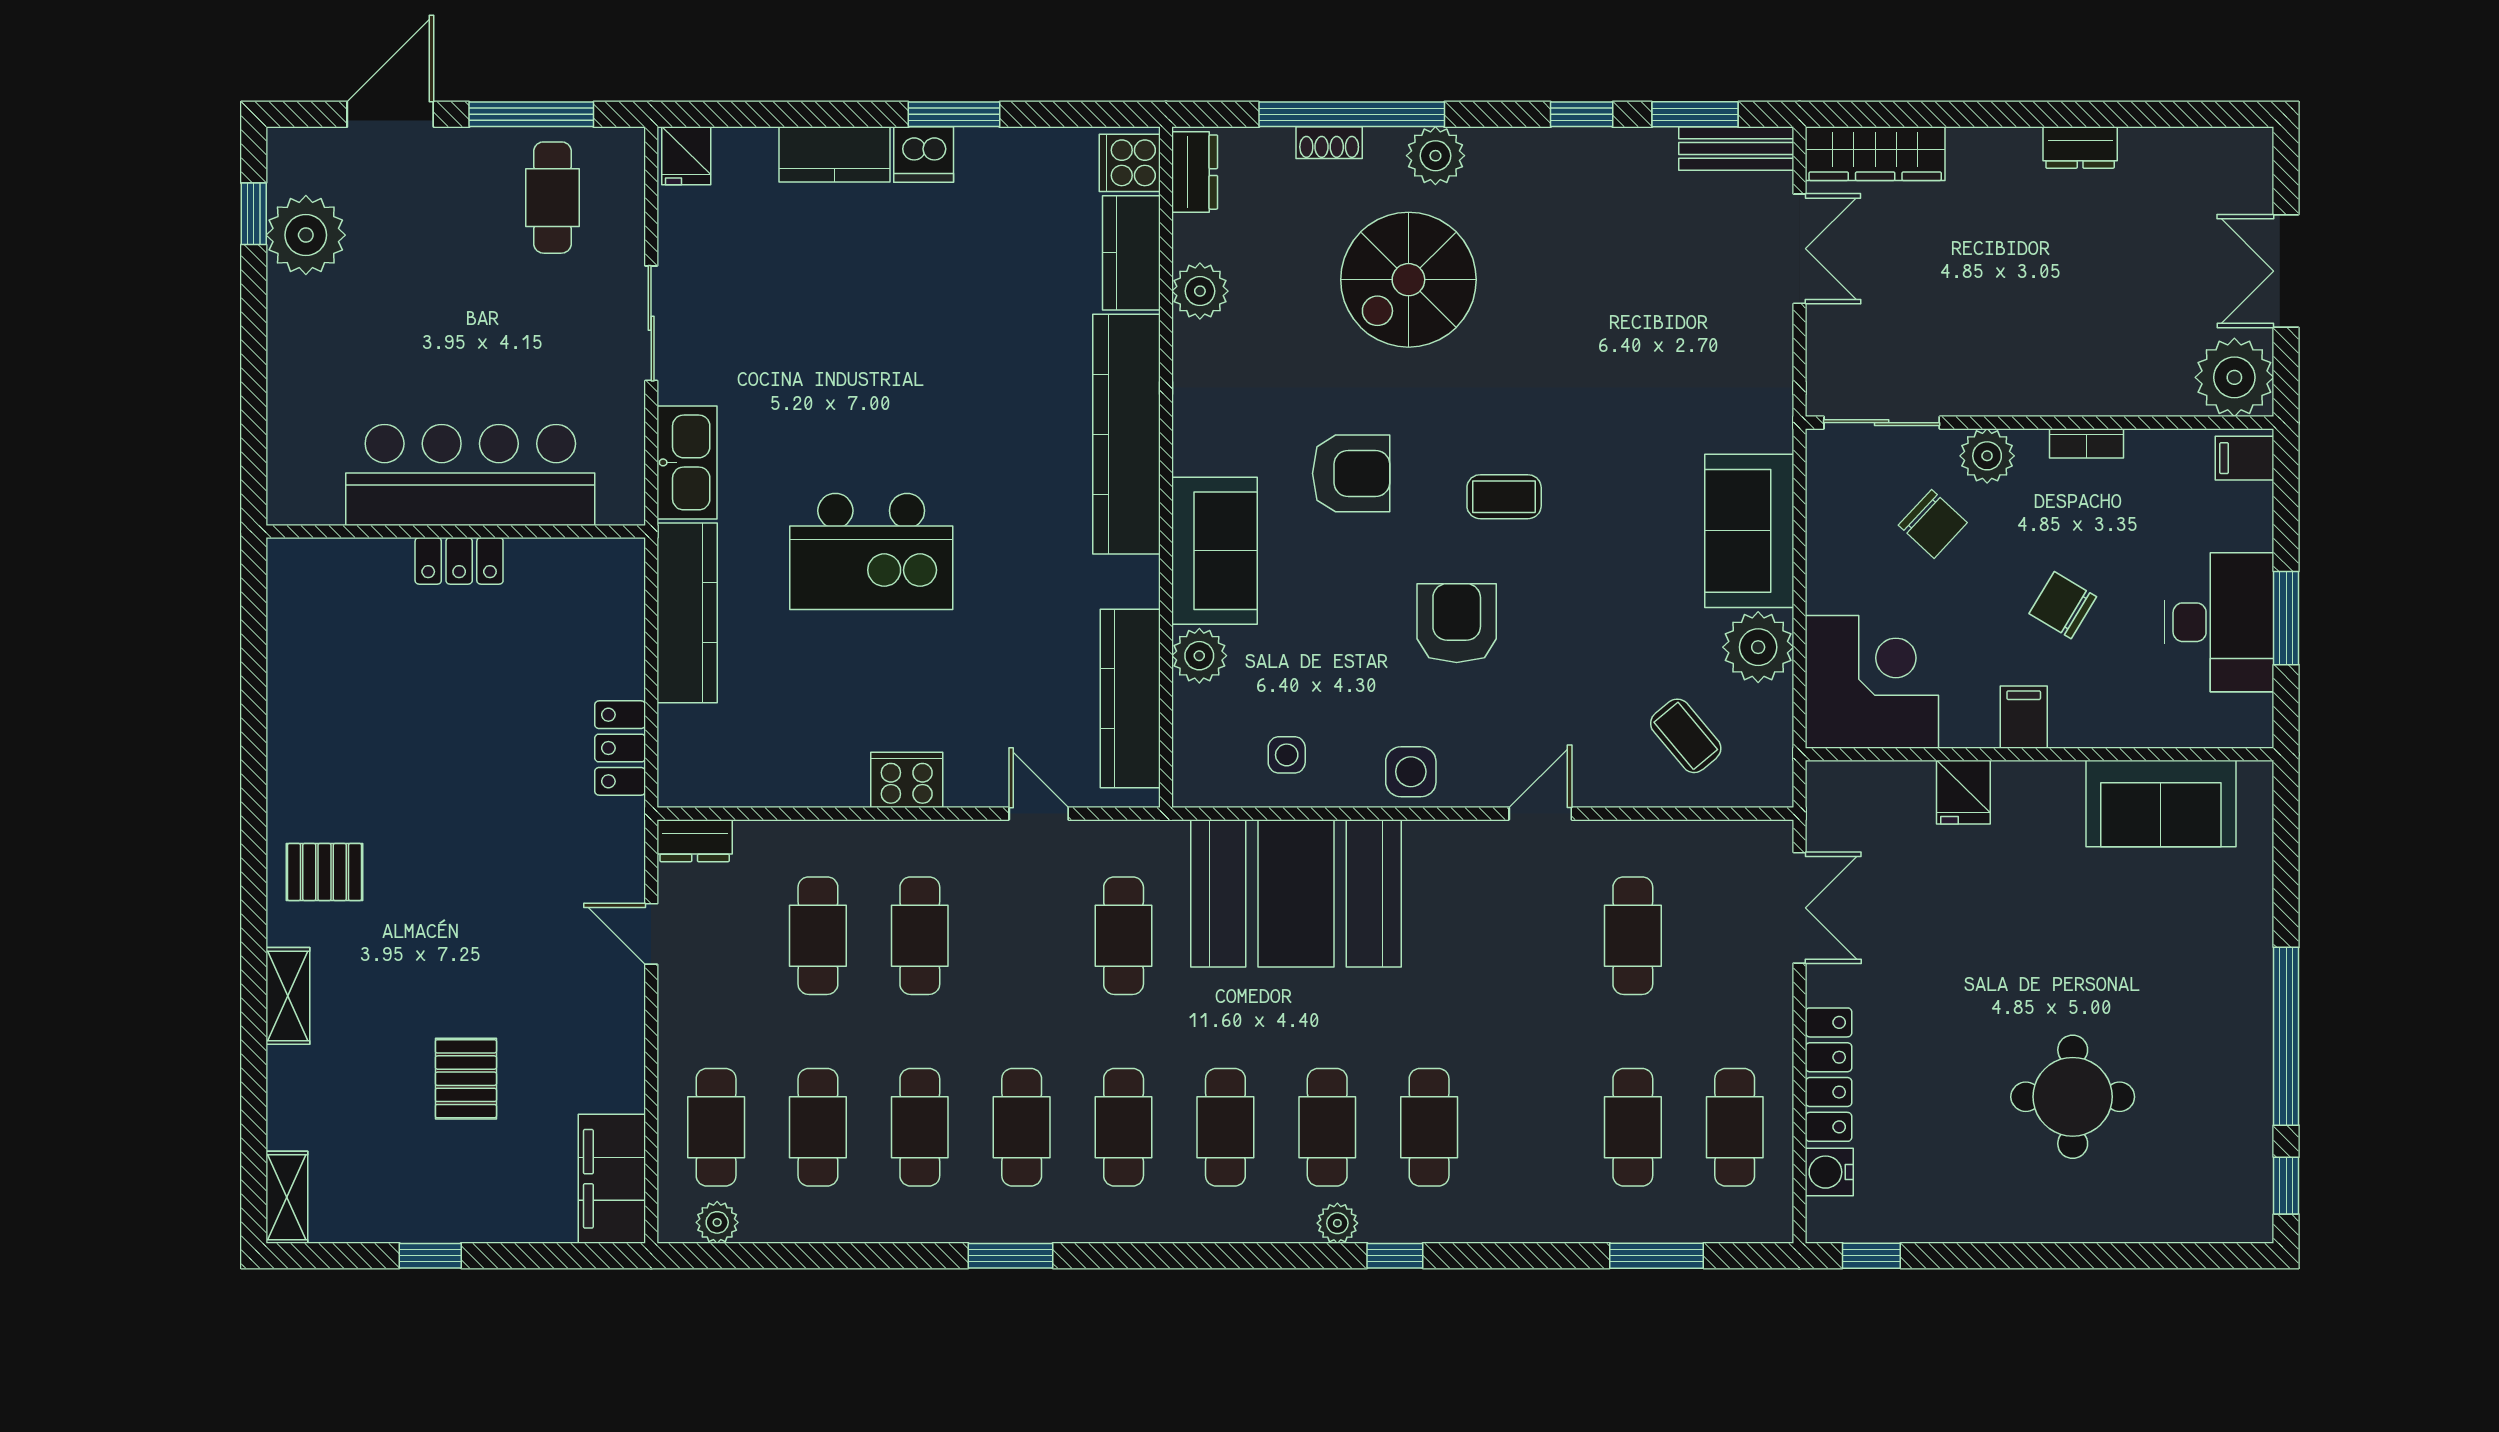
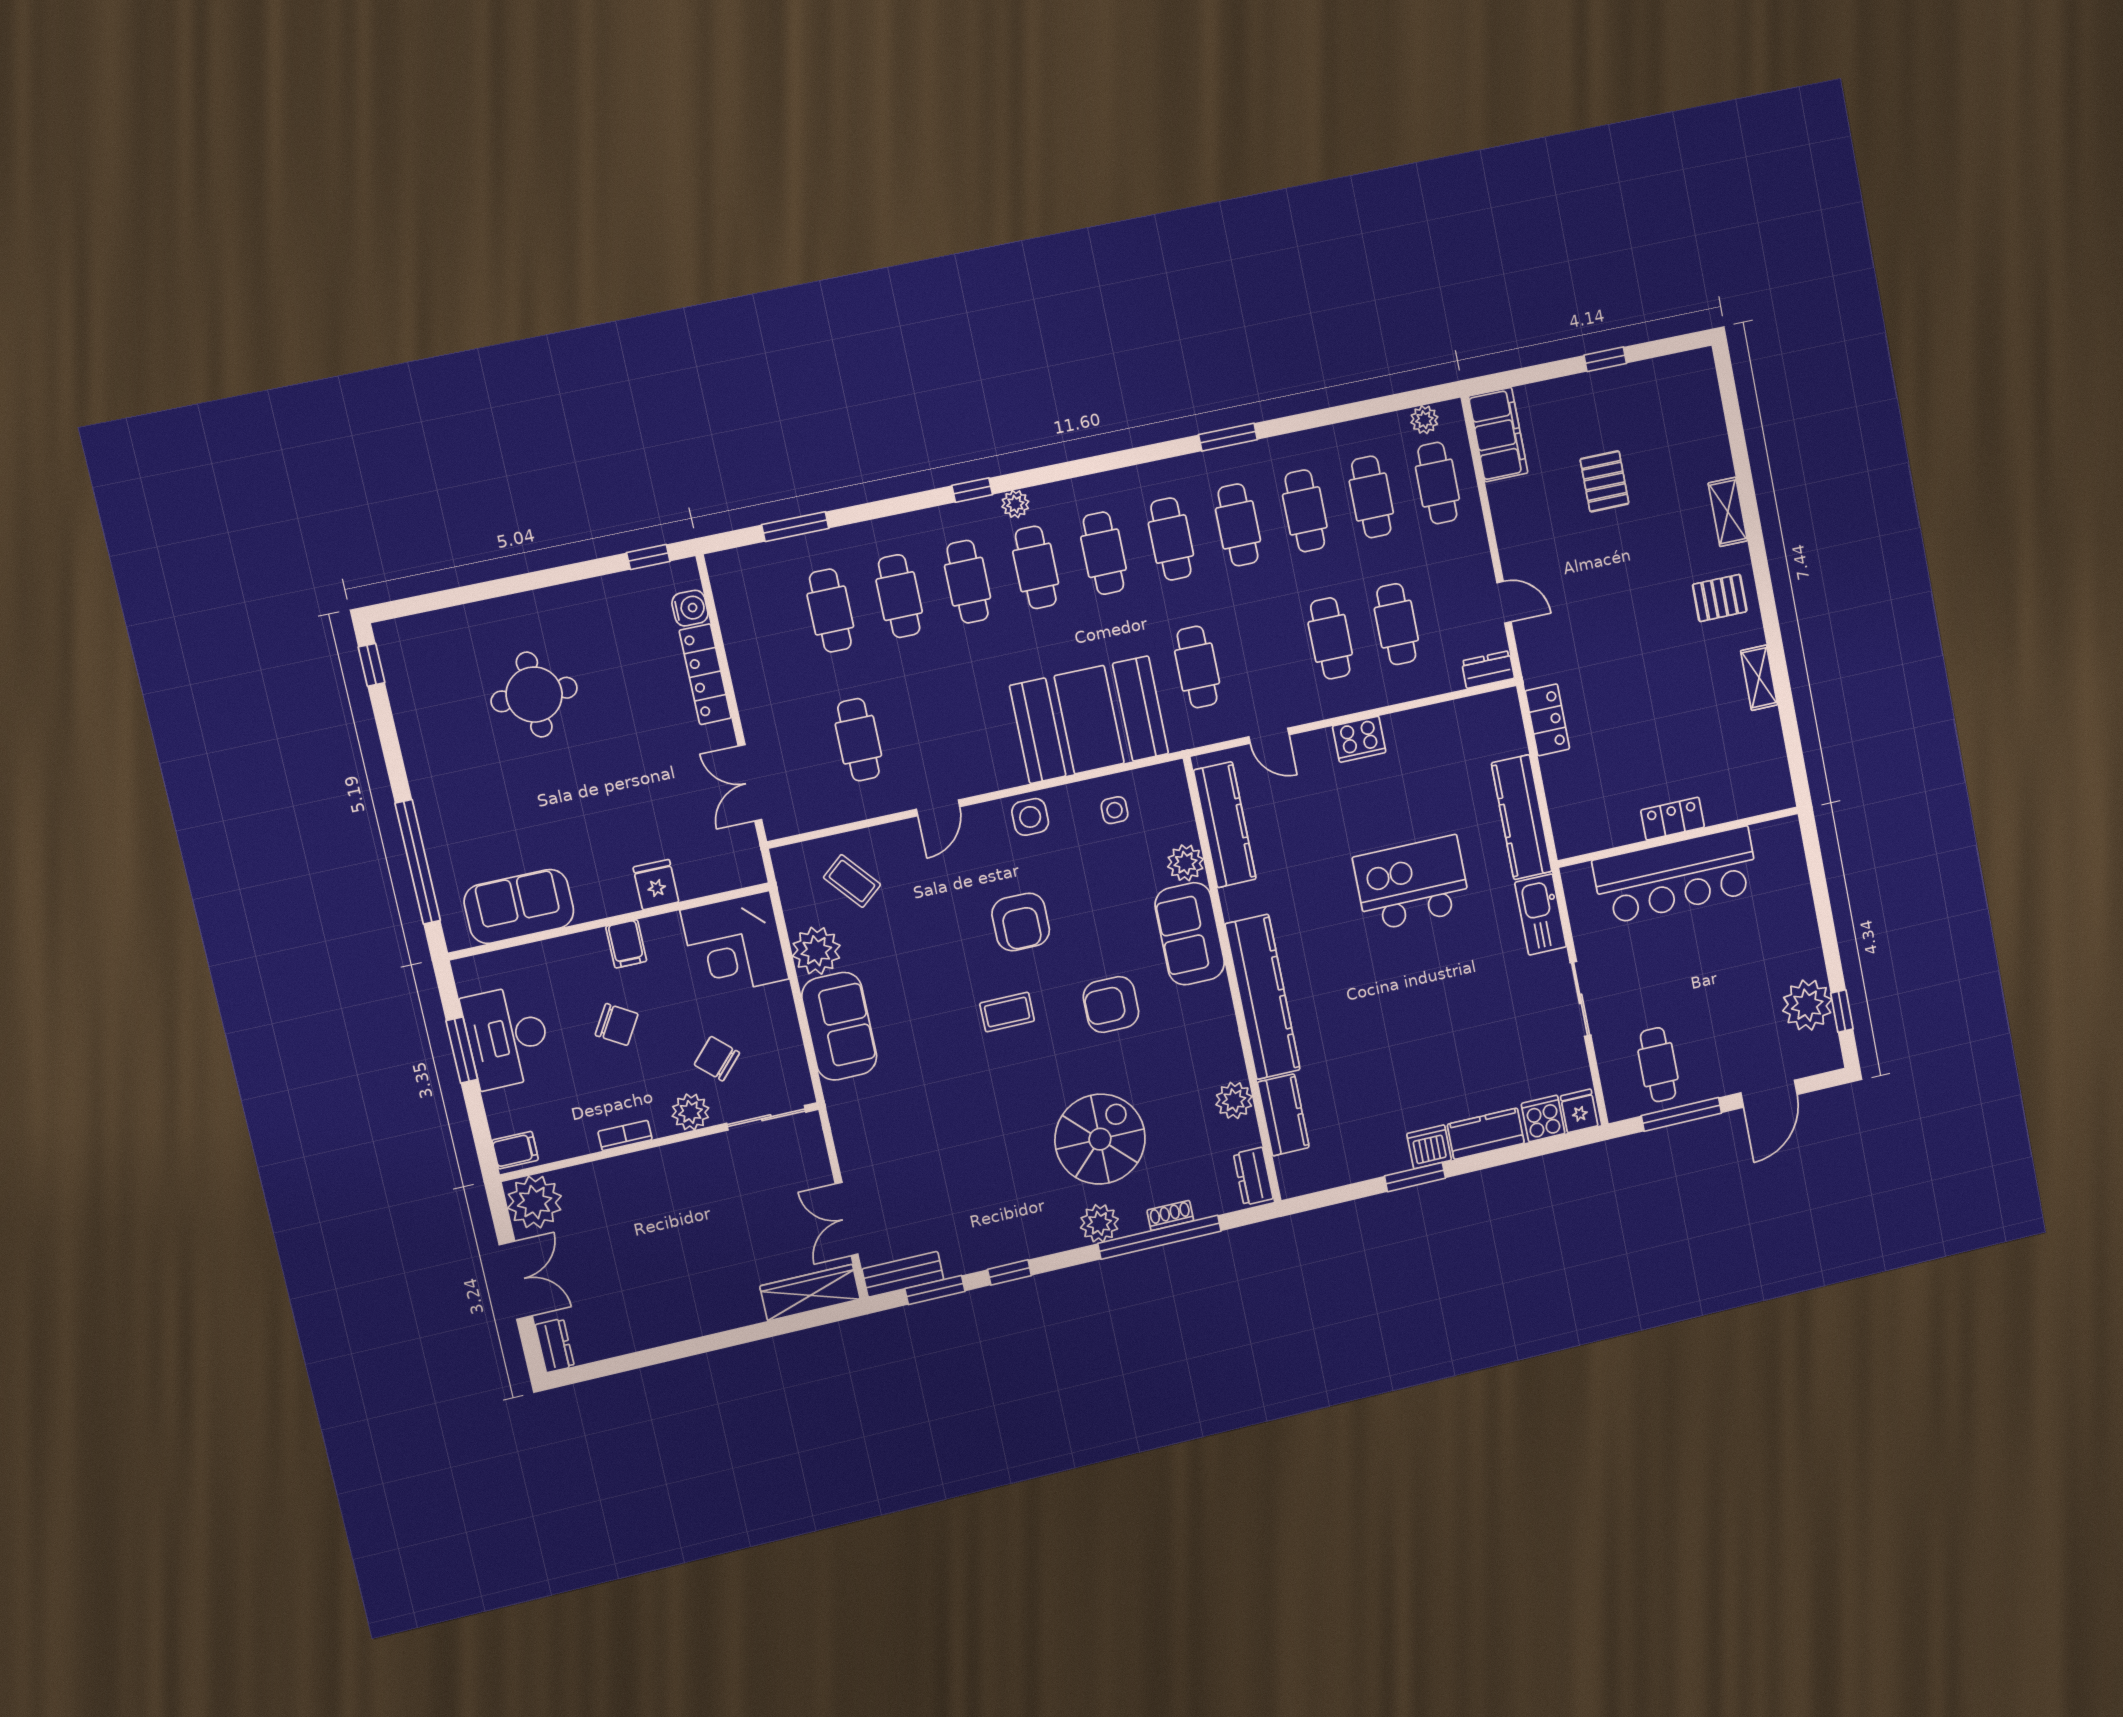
dresser: (2080, 147) -> (555, 1345), moved, turned 90
cooker: (1130, 163) -> (1543, 1118), moved, turned -90
window: (2286, 1036) -> (418, 862), moved
cafe table: (1735, 1127) -> (899, 596), moved
shelving: (287, 1197) -> (1759, 678), moved

